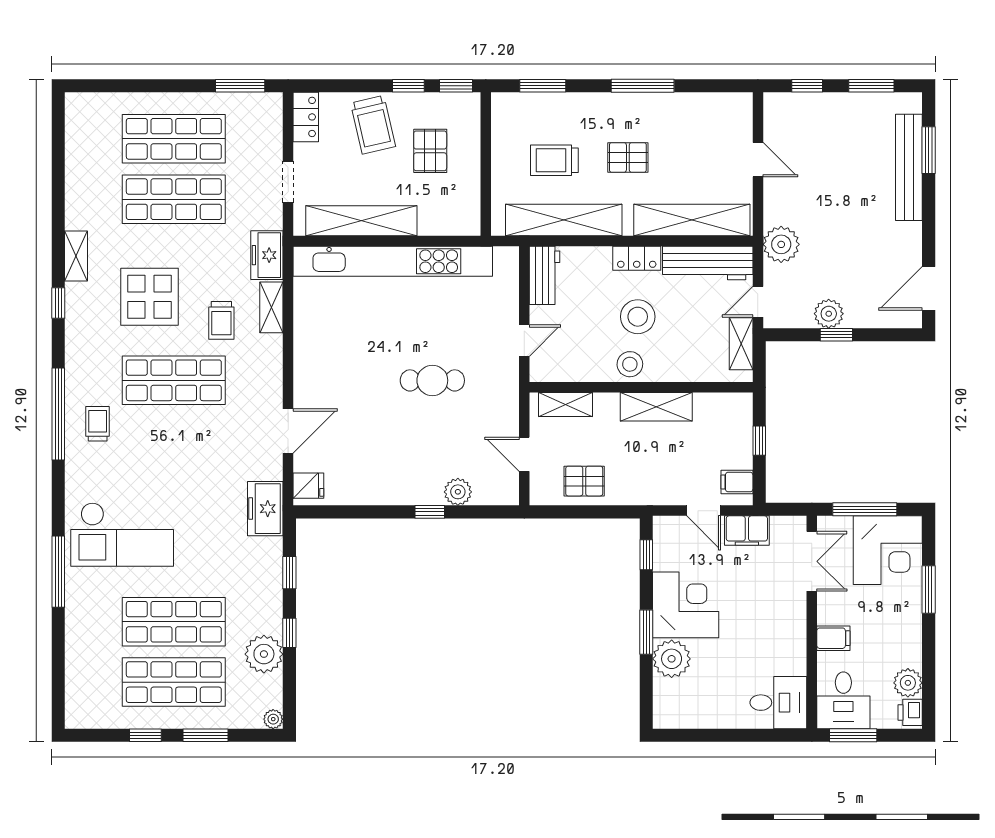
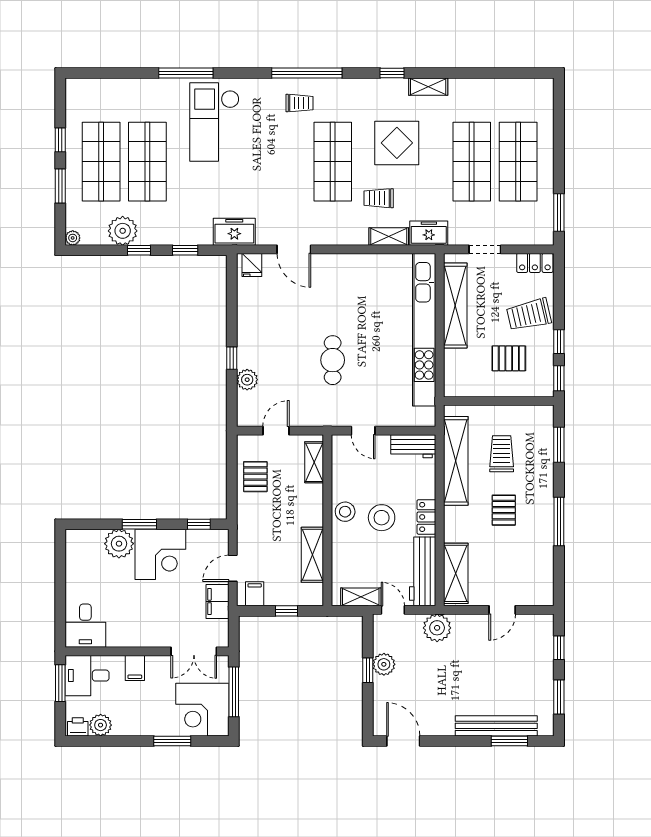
shelving: (692, 220) -> (456, 573), width x0.68
shelving: (656, 407) -> (312, 555), moved

